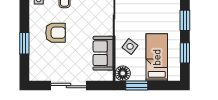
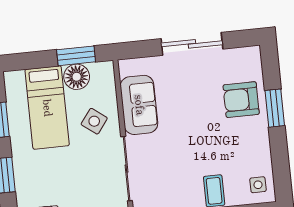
armchair: (55, 33) -> (241, 100), moved
floor lamp: (123, 73) -> (77, 77), moved

